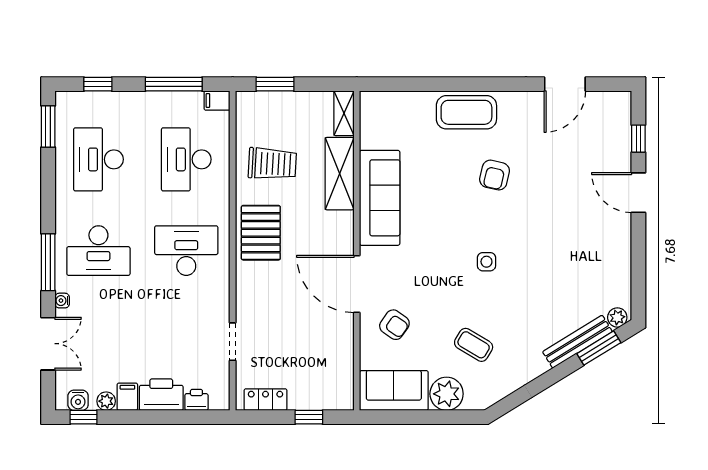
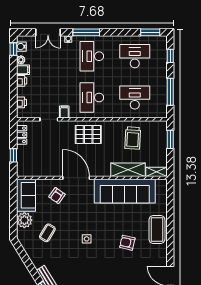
filing cabinet: (217, 101) -> (64, 112), moved
sofa: (380, 198) -> (125, 191), width x1.36, depth x1.27
pallet: (261, 233) -> (88, 134), moved
desk: (186, 251) -> (92, 98), turned 180
door: (357, 284) -> (76, 178), hinge flipped
printer: (161, 395) -> (22, 81), width x0.53, depth x0.68

